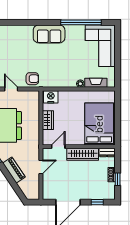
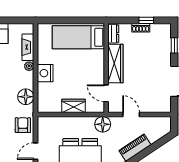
floor lamp: (55, 81) -> (26, 97), added
nightstand: (51, 97) -> (45, 73), moved
bed: (99, 124) -> (78, 37), width x0.67
floor lamp: (33, 144) -> (103, 124), added

